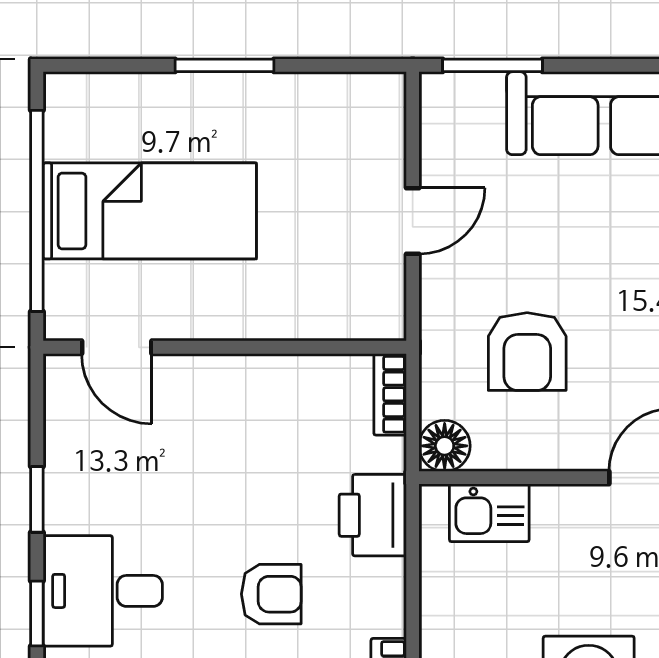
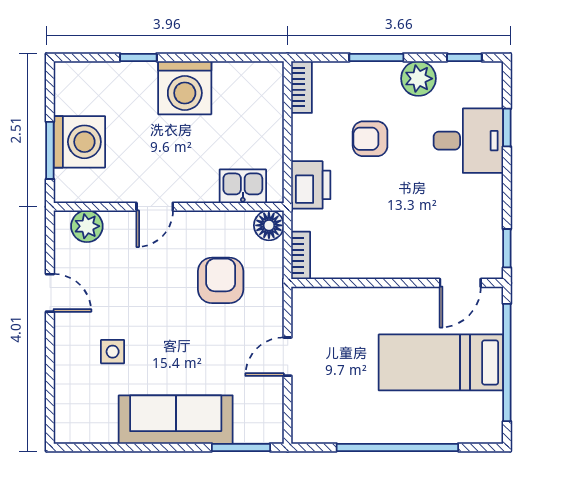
window: (224, 65) -> (397, 447), width x2.11
door: (117, 347) -> (460, 283), swing flipped
window: (37, 499) -> (507, 248), moved

